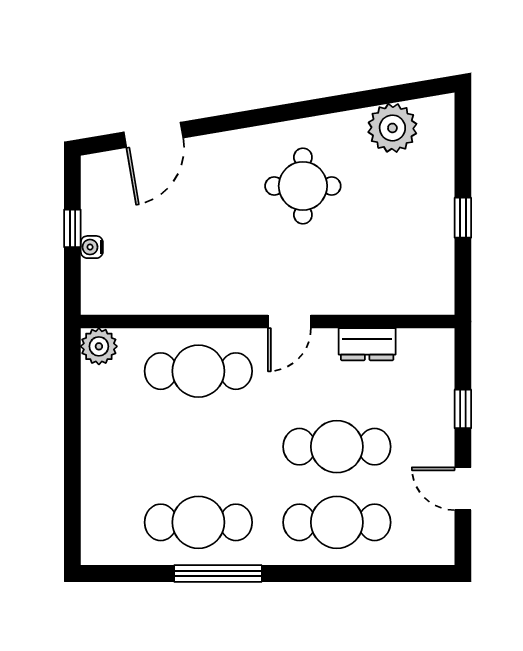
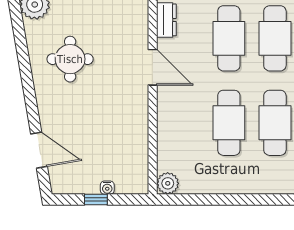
door: (289, 322) -> (153, 67), width x1.38
cafe table: (198, 371) -> (229, 123), moved

